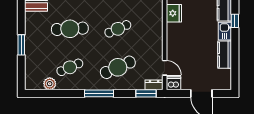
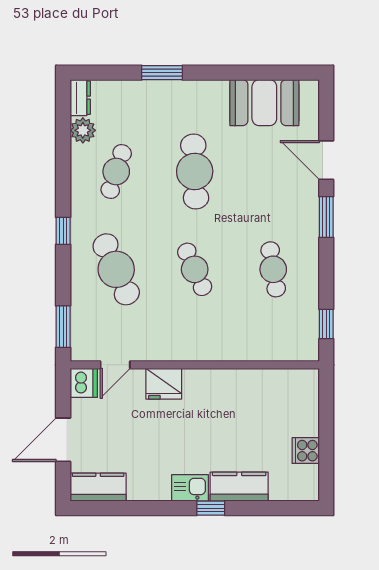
fridge: (174, 13) -> (164, 384), moved
kitchen counter: (225, 55) -> (98, 487), moved
cafe table: (70, 67) -> (116, 171), turned 42
dresser: (154, 85) -> (80, 98), moved
window: (99, 93) -> (63, 231), width x0.46

